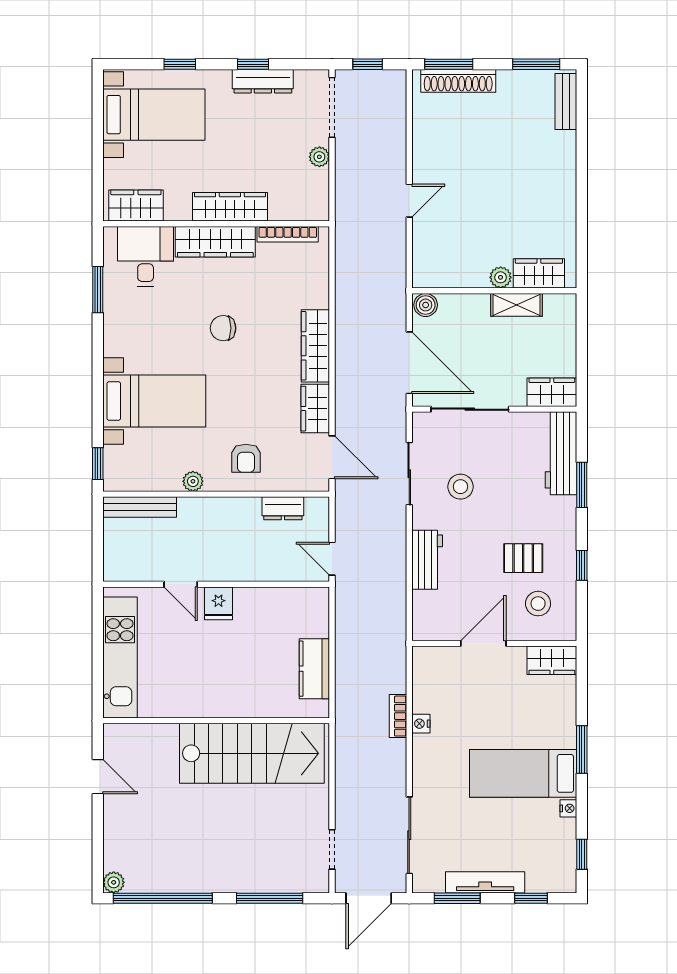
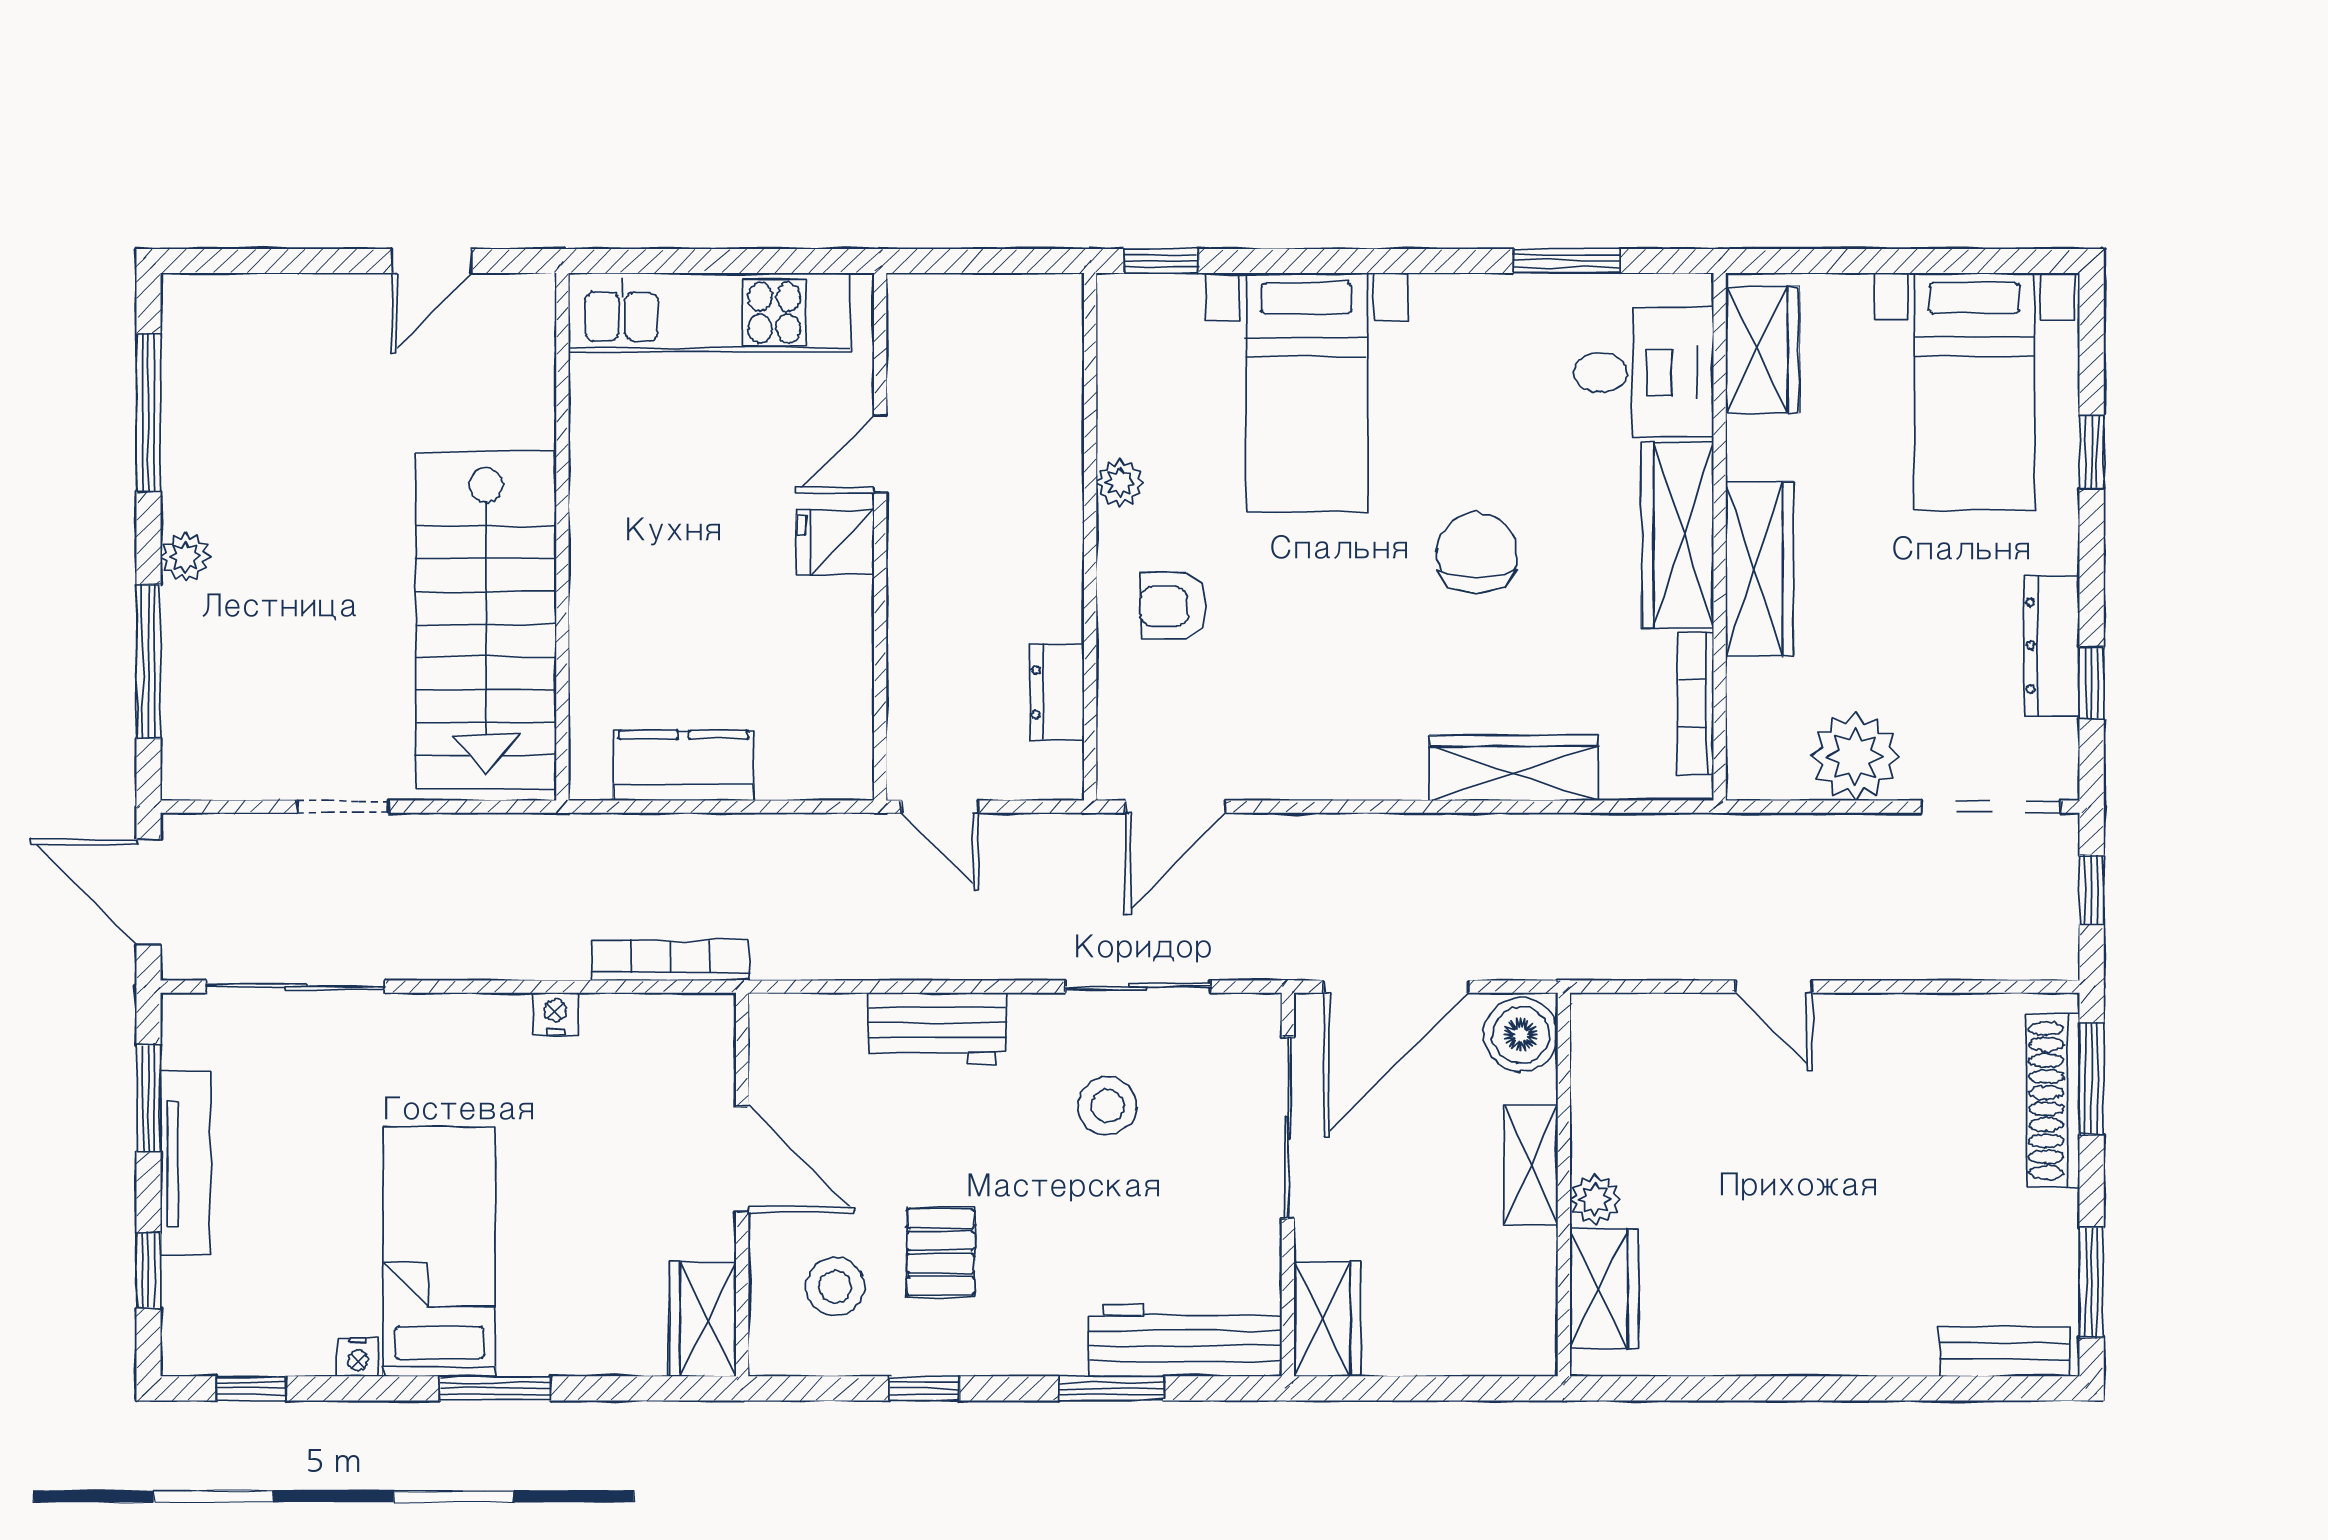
window: (253, 64) -> (2092, 683), moved
plant: (319, 157) -> (1855, 756), width x1.88, depth x1.88
boiler: (426, 305) -> (1521, 1035), width x1.36, depth x1.36
shelving: (516, 305) -> (1531, 1165), moved
chair: (223, 328) -> (1477, 553), width x1.37, depth x1.37
wardrobe: (315, 346) -> (1514, 768), moved
wardrobe: (315, 409) -> (1289, 768), removed
bench: (140, 507) -> (1060, 359), removed
door: (332, 559) -> (940, 807), swing flipped
bookcase: (398, 716) -> (670, 960), moved, width x1.56
doorway: (332, 849) -> (343, 807), moved
plant: (114, 882) -> (185, 557), moved
window: (163, 898) -> (148, 413), width x0.68

